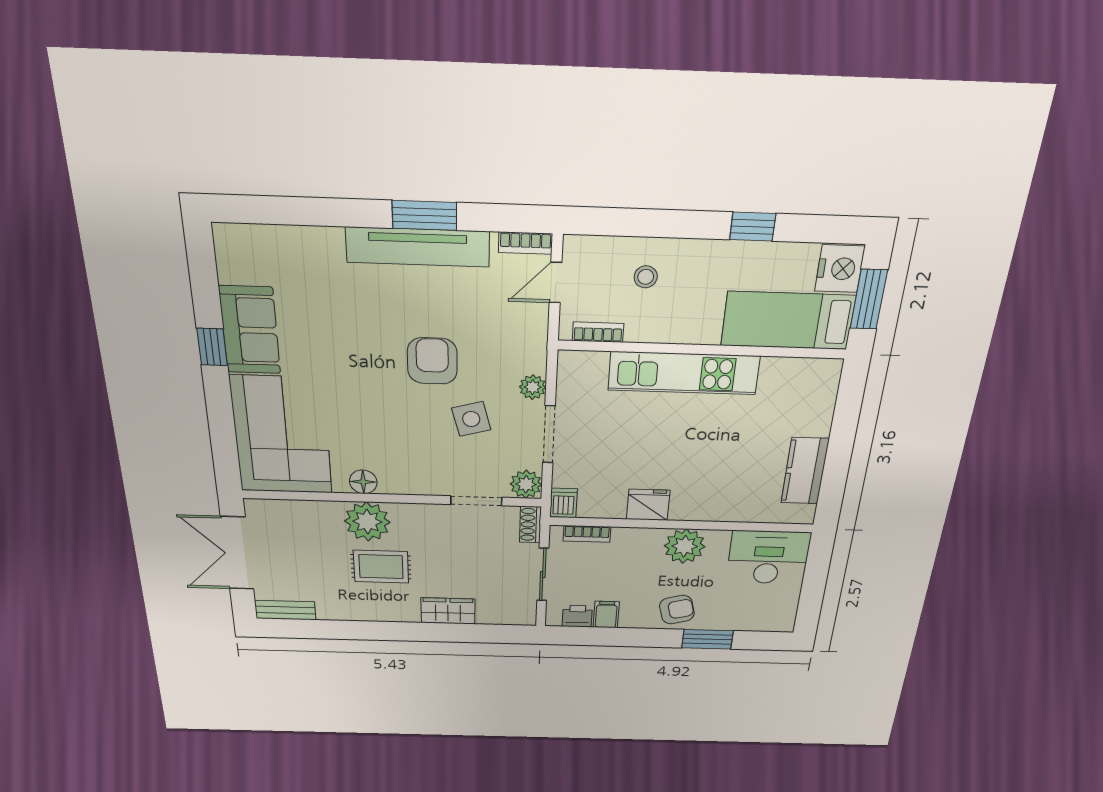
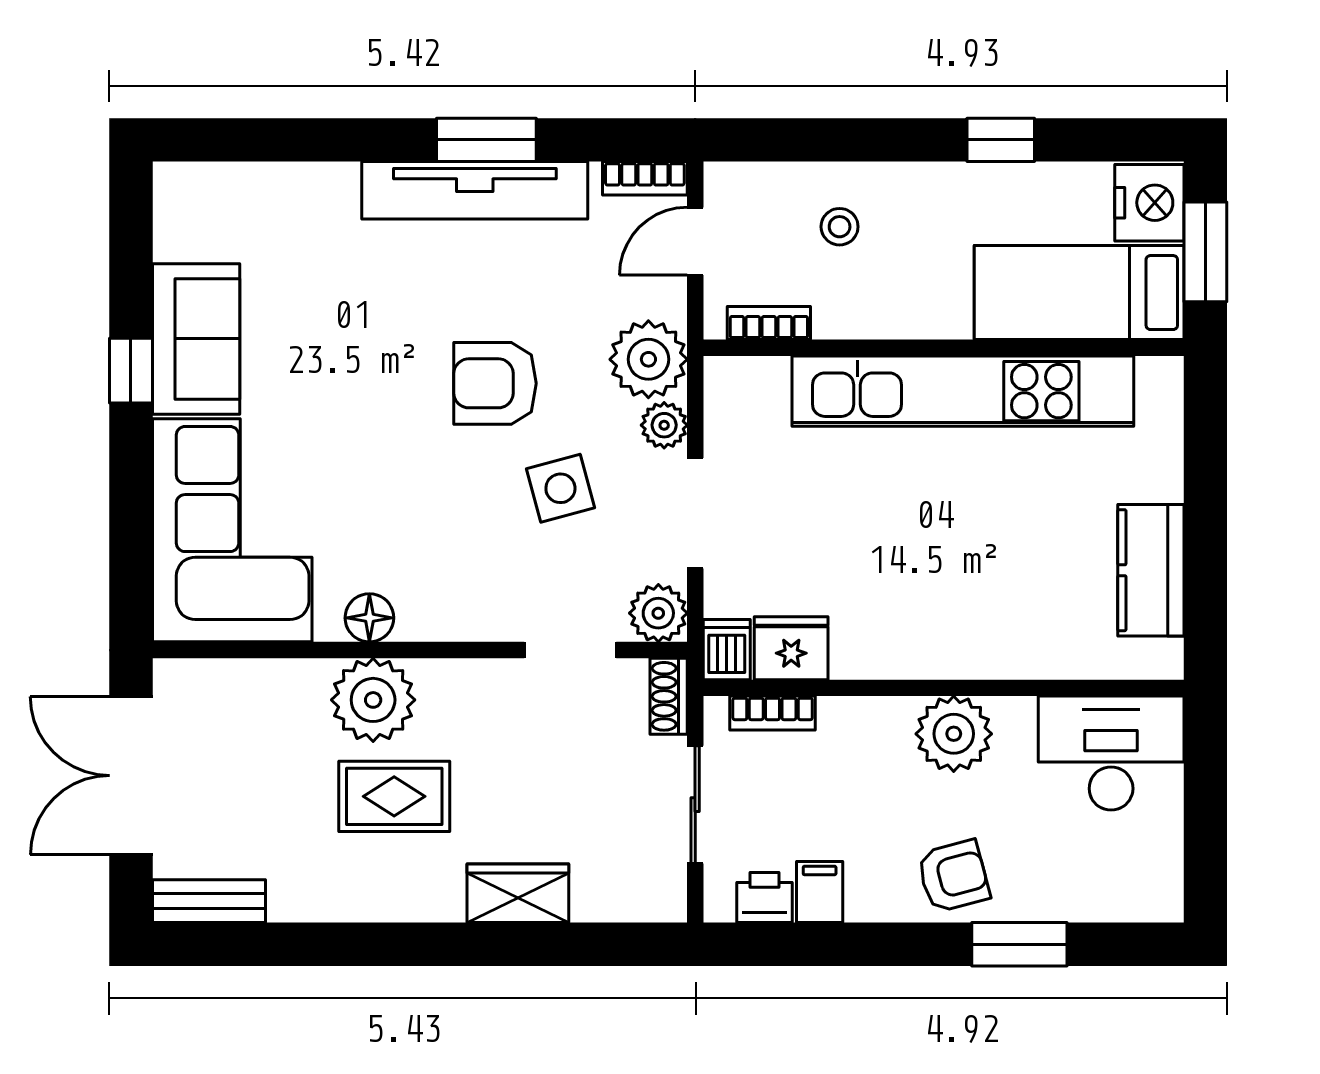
plant: (524, 350) -> (648, 359), added
armchair: (432, 361) -> (495, 383), turned -90
kitchen unit: (684, 373) -> (963, 391), width x1.36
fridge: (648, 505) -> (791, 648), moved

